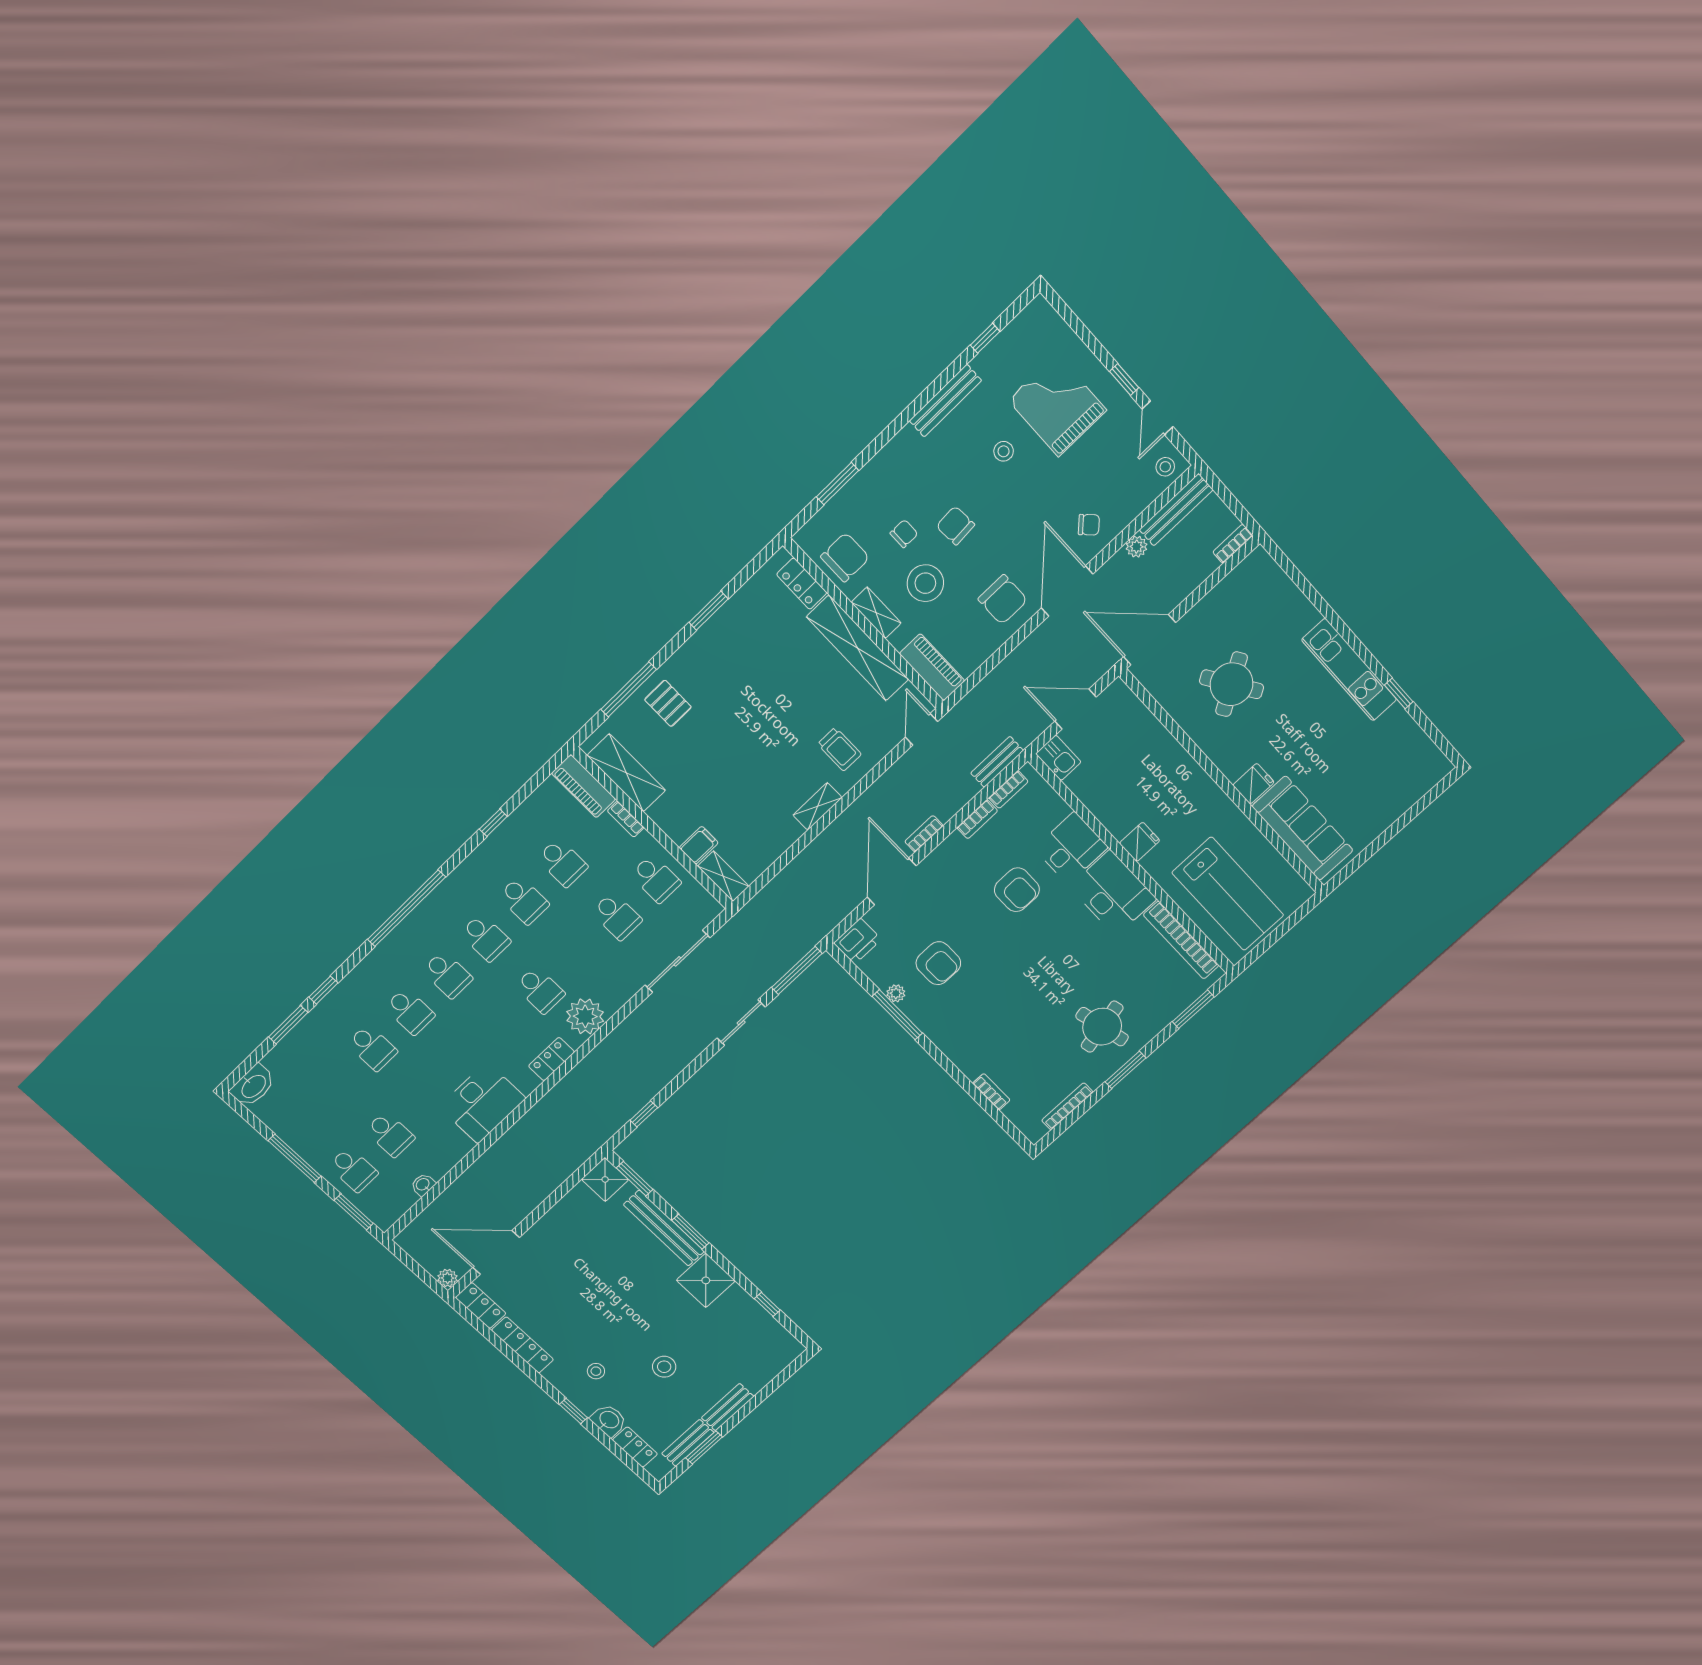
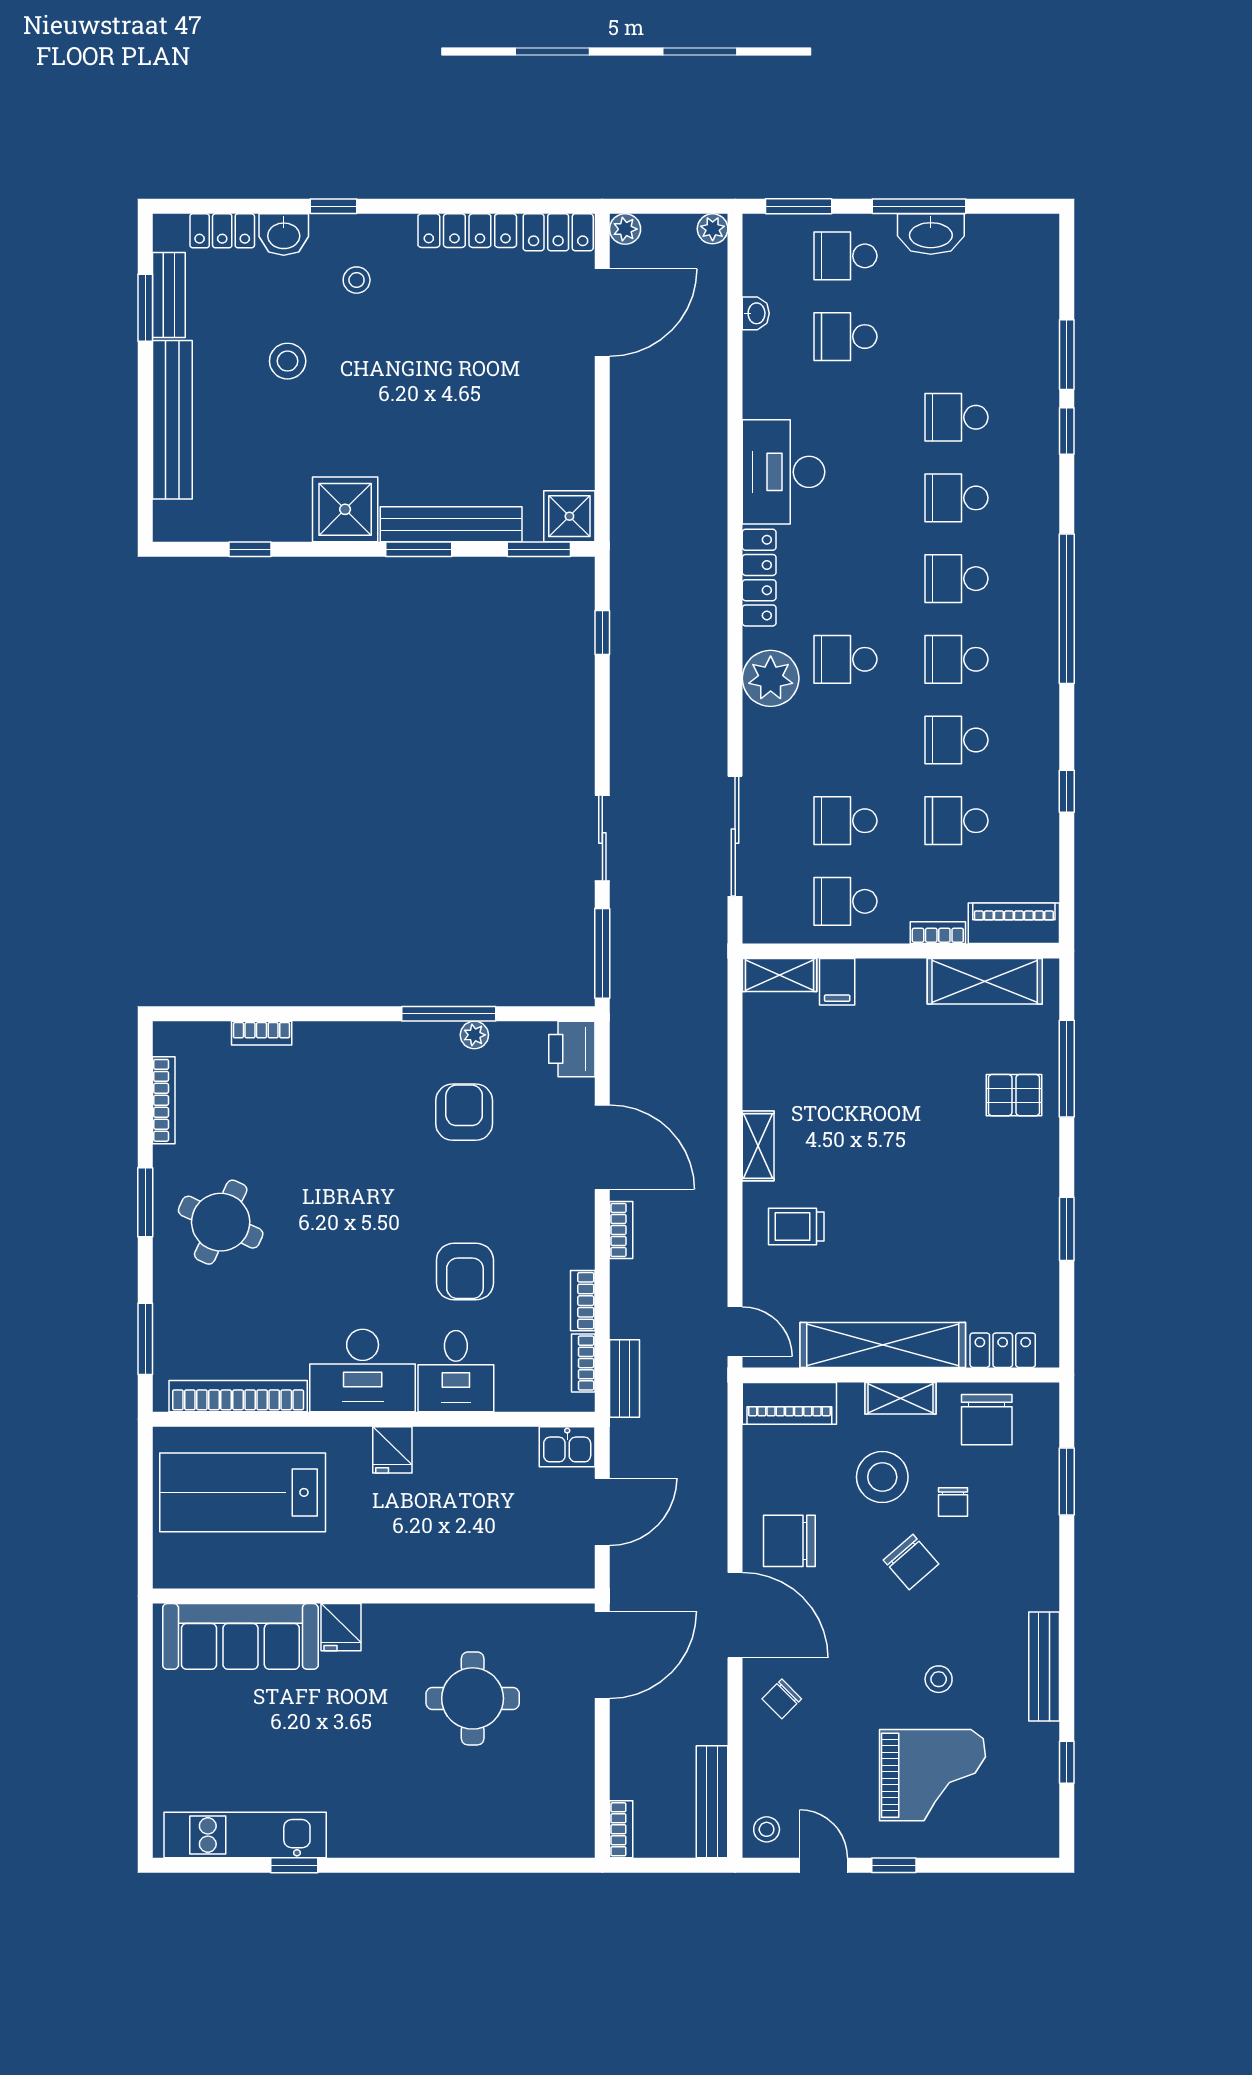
chair: (955, 526) -> (911, 1562), turned 53
plant: (1137, 547) -> (713, 229), moved
kitchen unit: (1349, 670) -> (245, 1835), moved
round table: (1232, 684) -> (473, 1698), turned 32
armchair: (1017, 890) -> (465, 1272), turned -90
armchair: (938, 963) -> (464, 1112), turned 90
round table: (1102, 1027) -> (221, 1222), turned 38
locker: (551, 1059) -> (759, 578), width x1.53
washbasin: (253, 1086) -> (931, 234), moved, turned -90
bench: (728, 1407) -> (172, 420), width x1.86, depth x1.21

